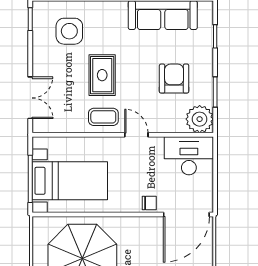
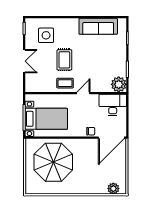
armchair: (174, 79) -> (104, 62), removed
double door: (30, 98) -> (24, 61), moved
door: (136, 135) -> (83, 93), hinge flipped

